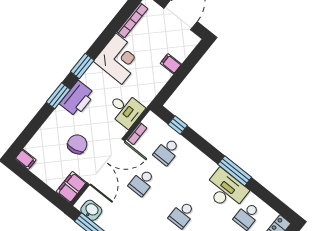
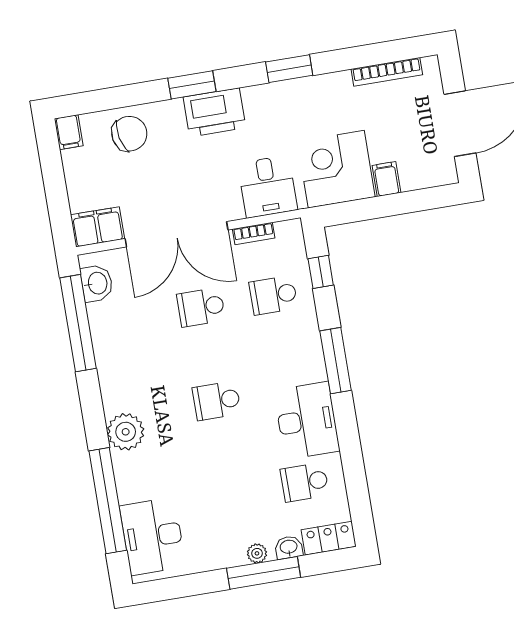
corner desk: (119, 59) -> (336, 169), moved, turned 180
window: (82, 66) -> (289, 69), moved
chair: (77, 144) -> (129, 134), moved
window: (235, 171) -> (336, 361), moved

